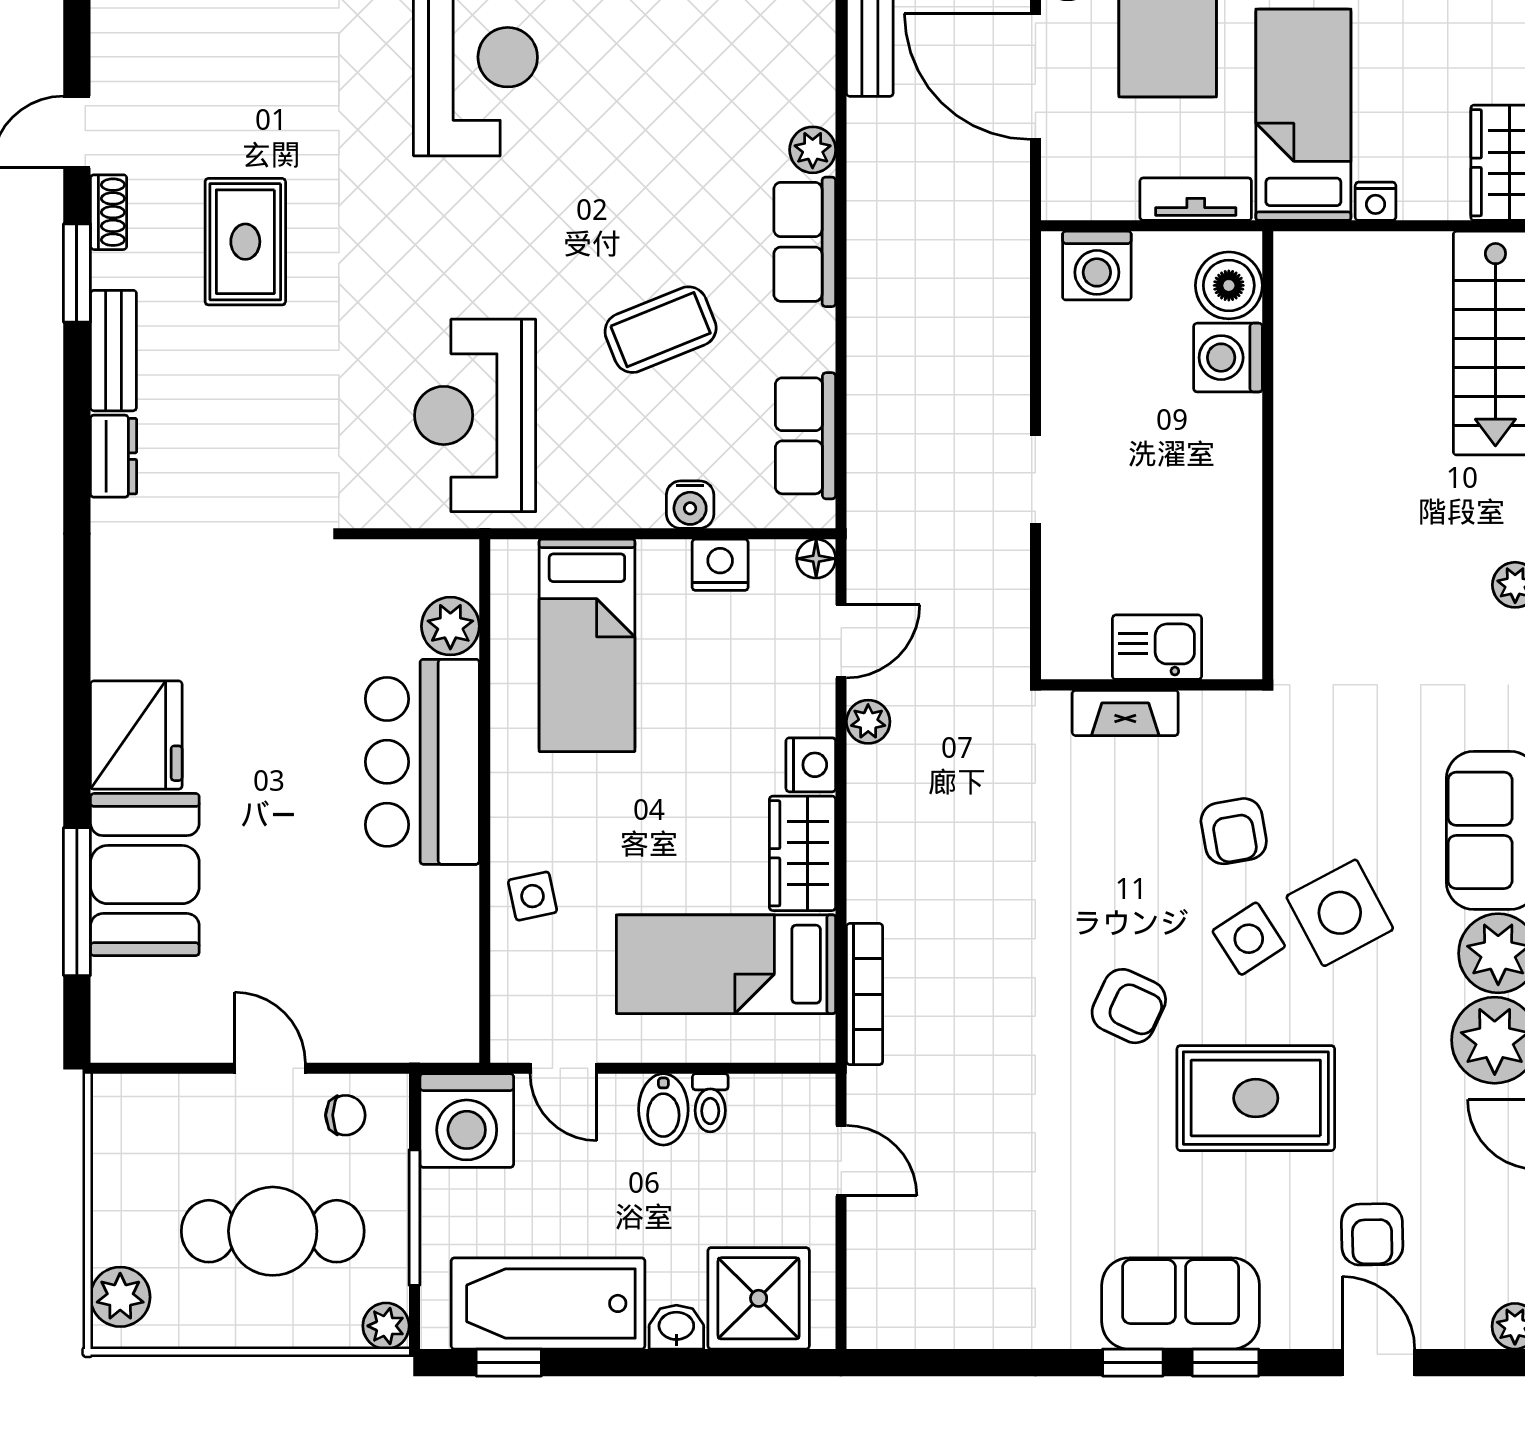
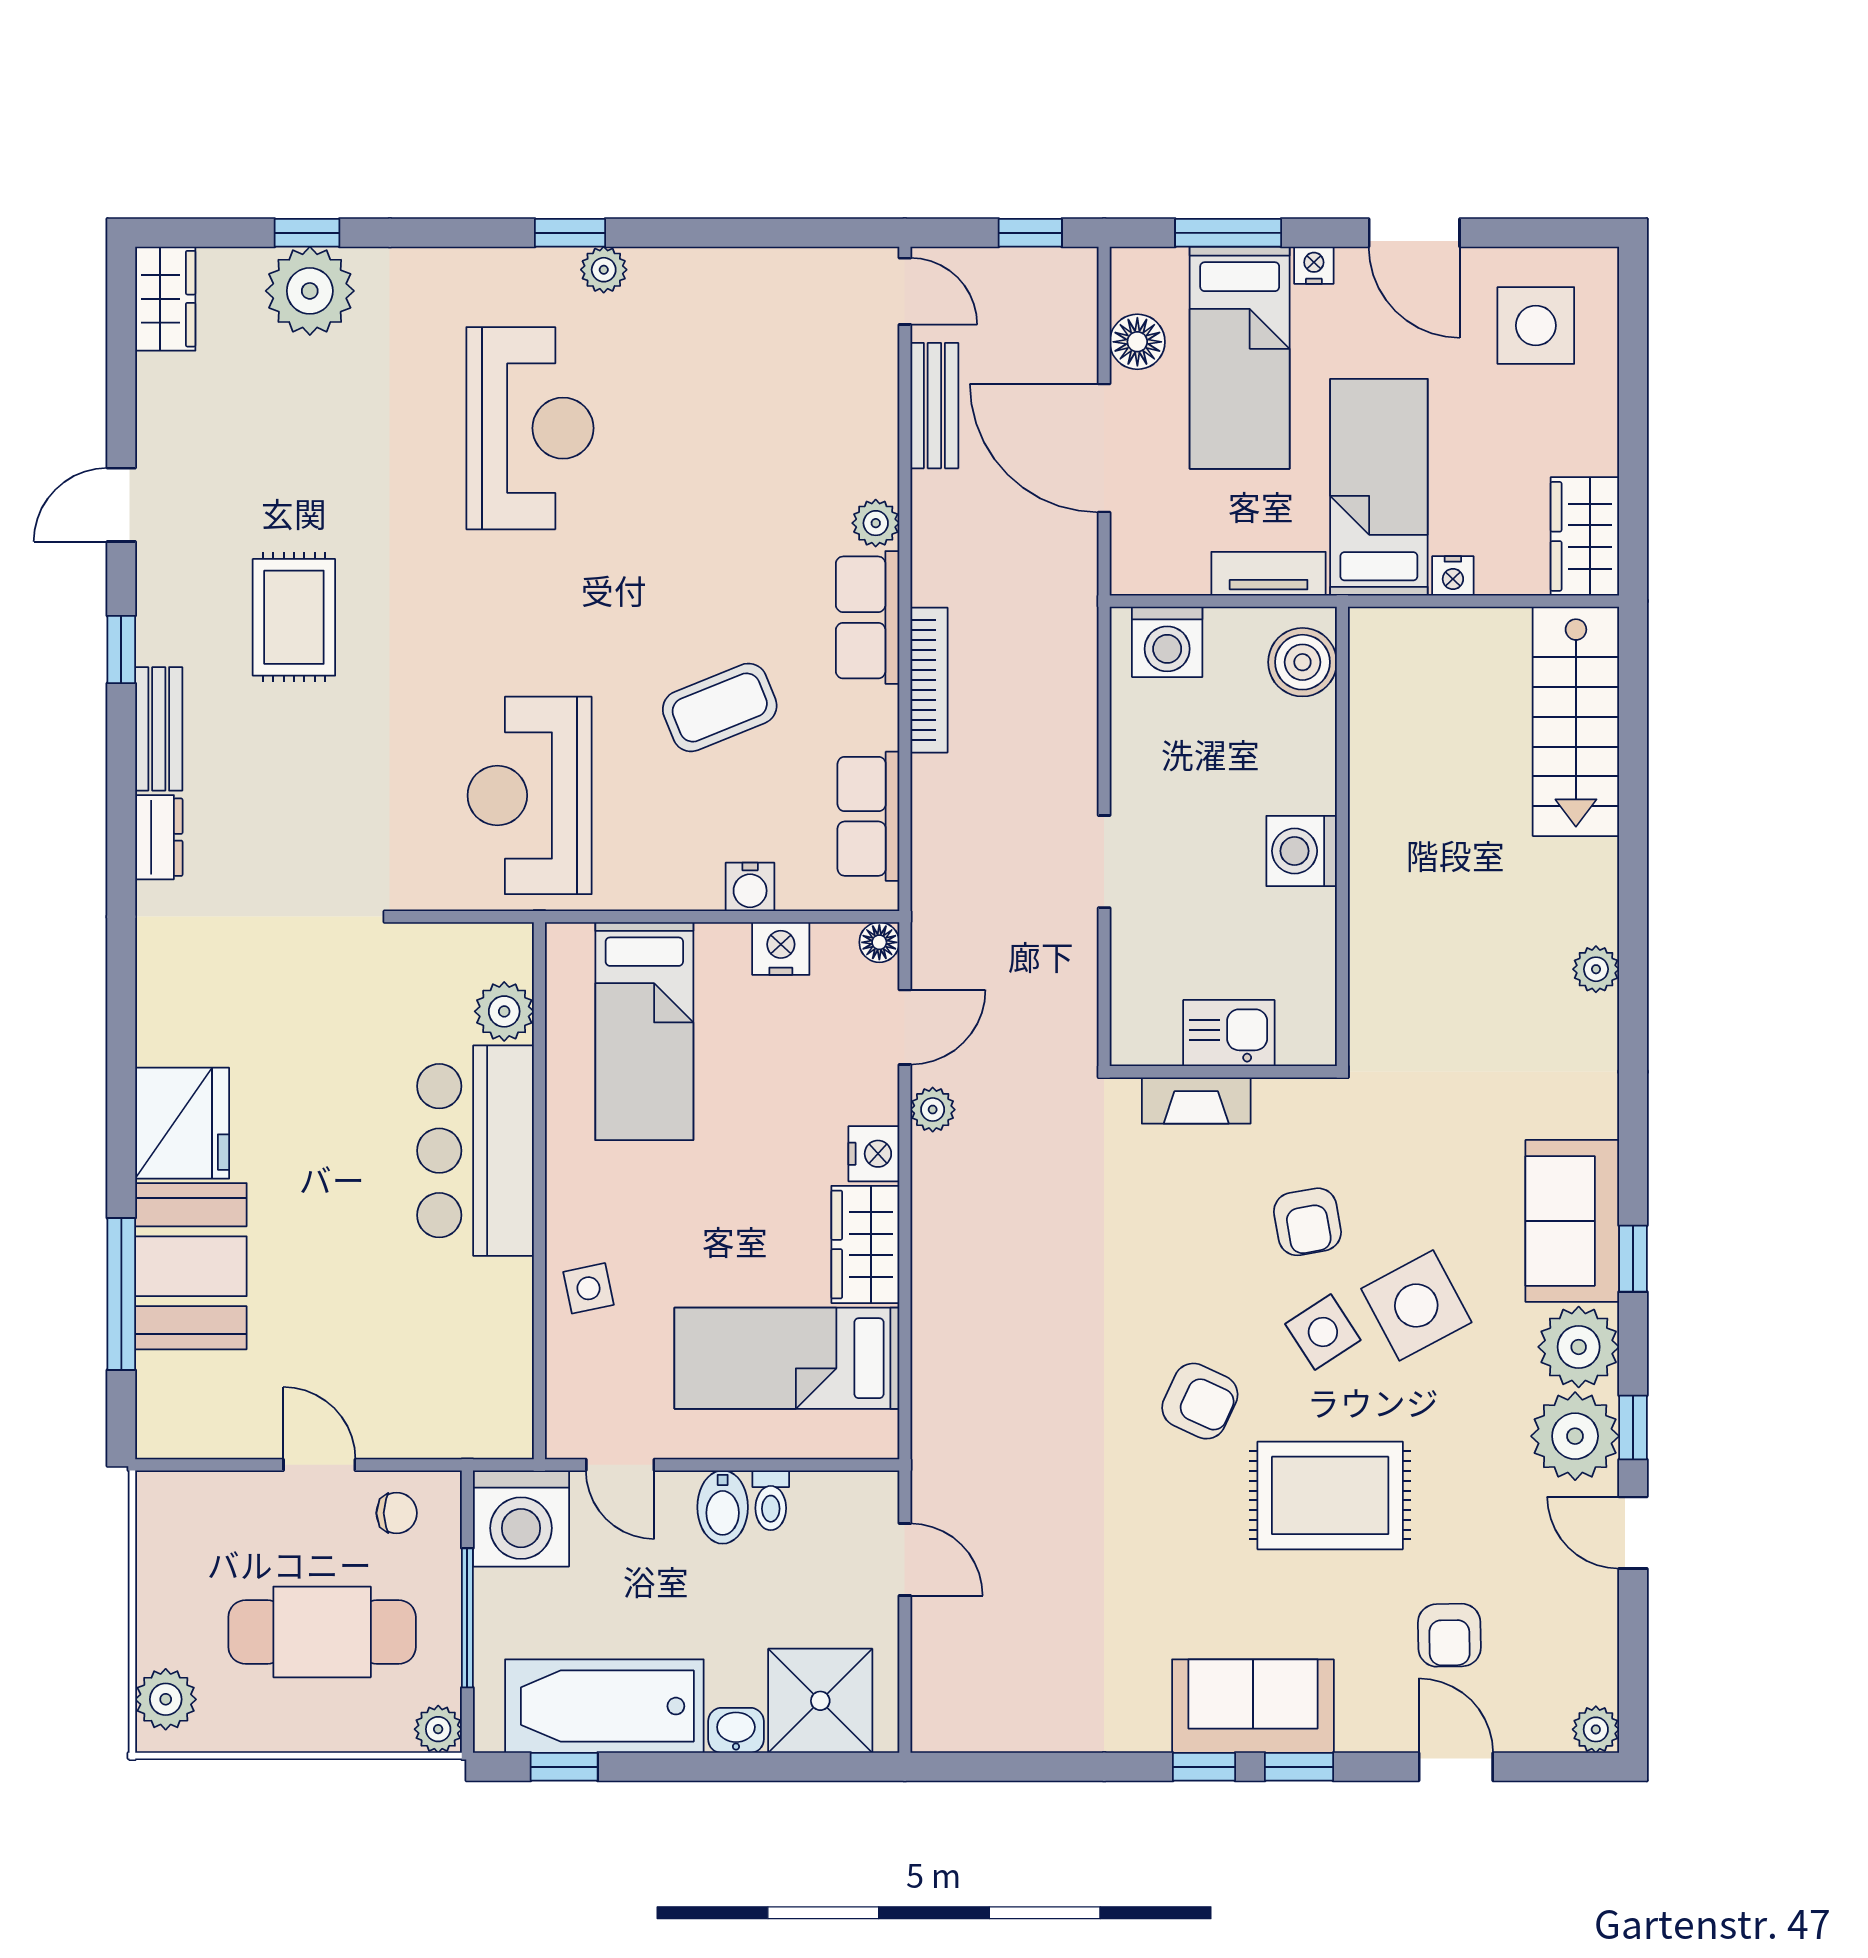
shoe rack: (109, 212) -> (154, 587), removed
window: (77, 273) -> (121, 649), width x0.67
washing machine: (1228, 358) -> (1302, 851), moved
bookcase: (865, 994) -> (929, 680), moved

